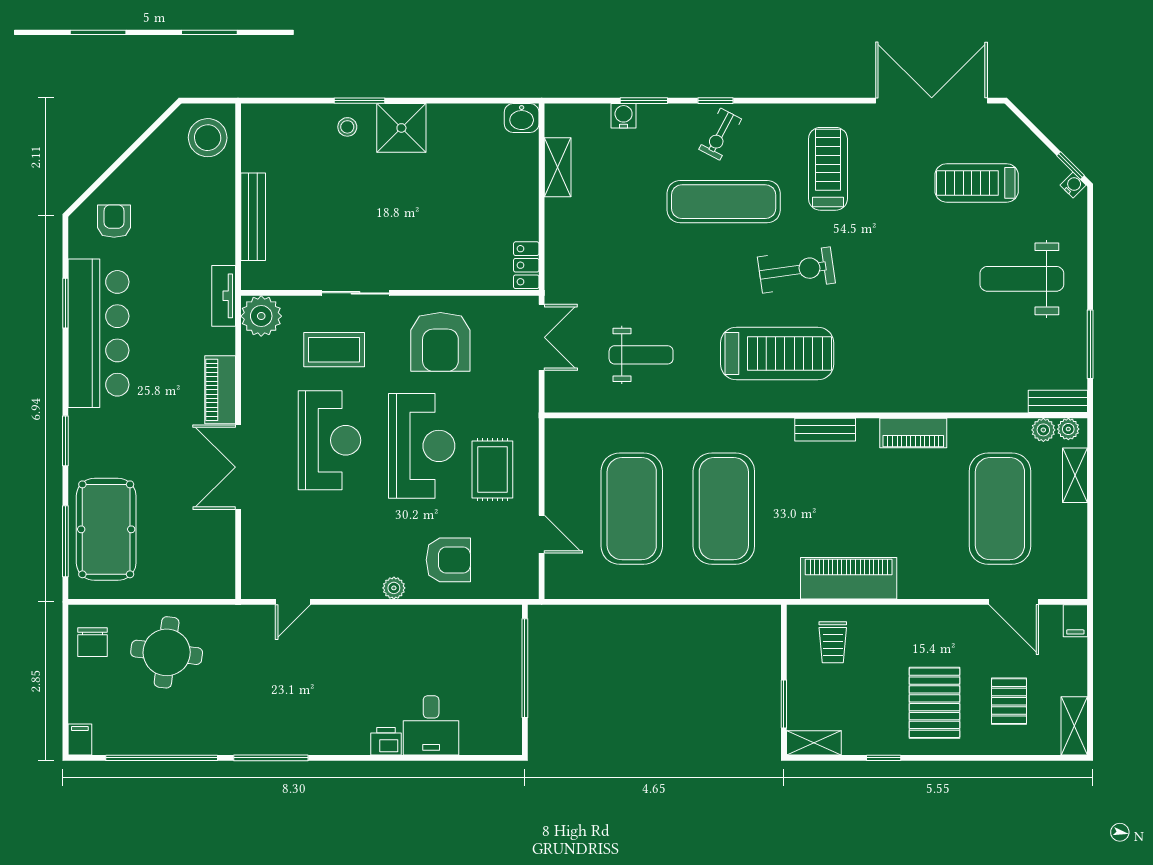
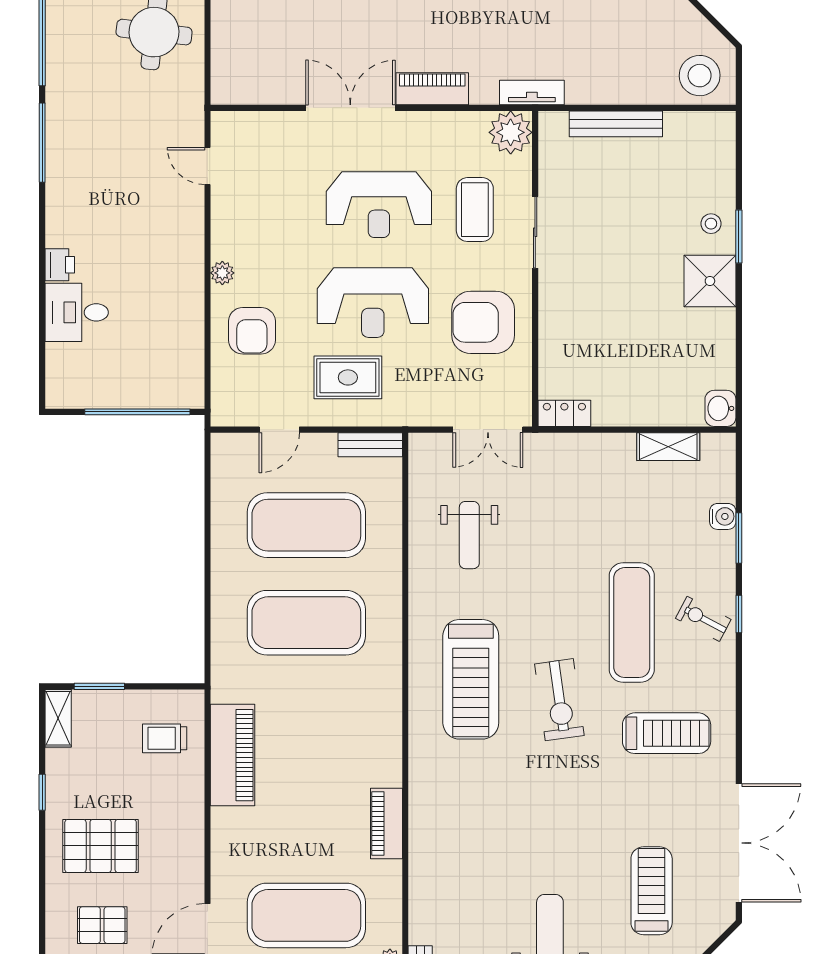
bench: (825, 430) -> (370, 445), moved, turned 90

